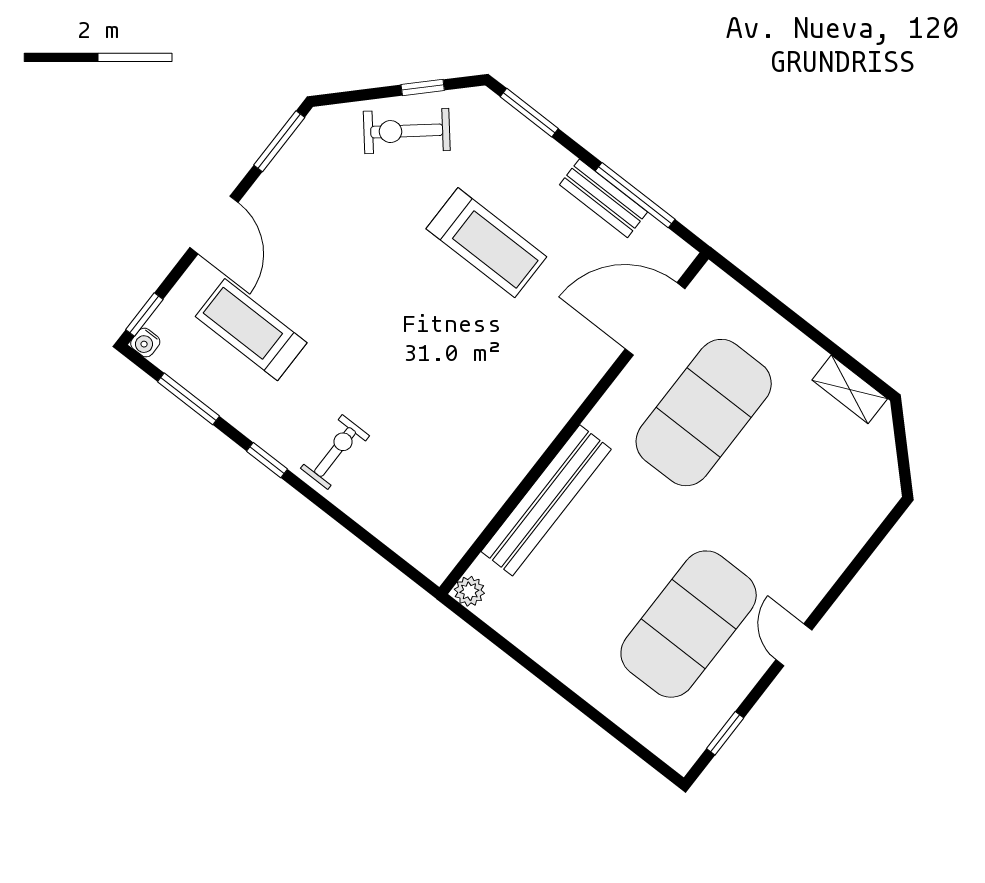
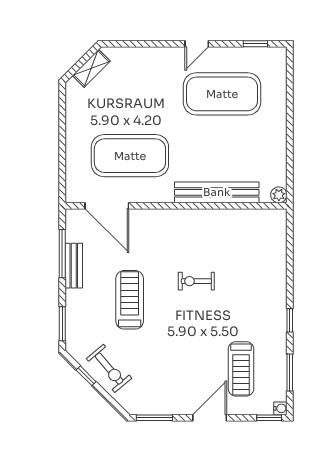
shelving: (850, 389) -> (91, 68), moved, turned 45
exercise bike: (335, 452) -> (196, 281), moved

